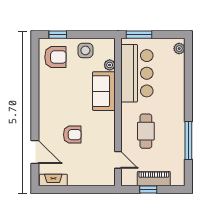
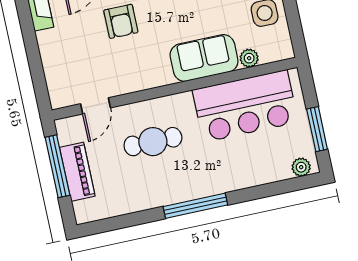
window: (139, 35) -> (317, 129), moved
window: (188, 140) -> (195, 206), moved
window: (148, 189) -> (57, 166), width x2.17

